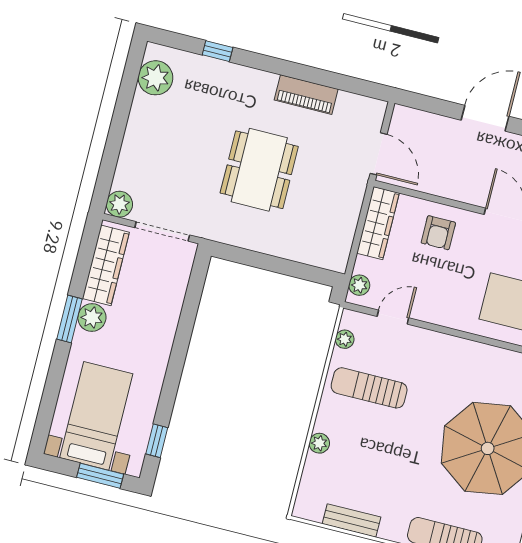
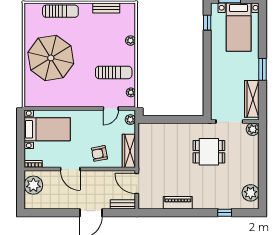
bench: (417, 119) -> (123, 204), added
dining table: (259, 170) -> (209, 152), moved, width x0.73
armchair: (438, 233) -> (99, 153), turned -101
plant: (92, 318) -> (252, 73), removed

